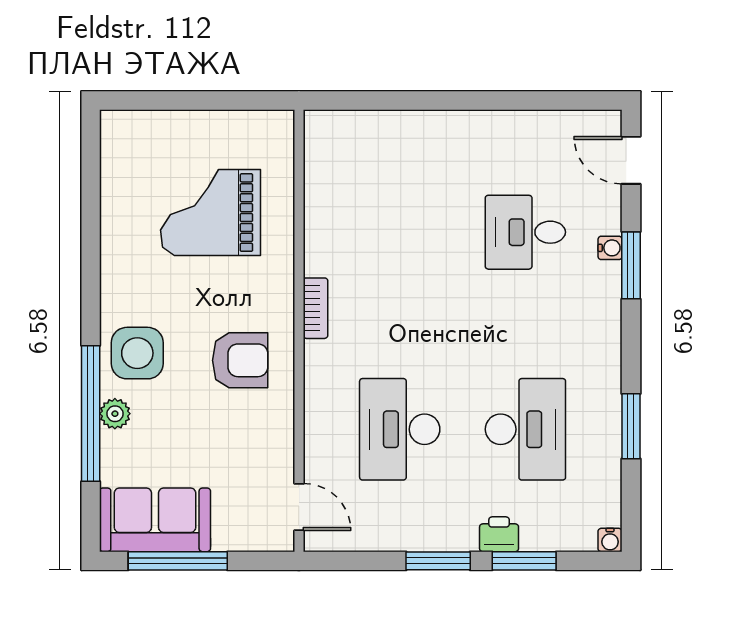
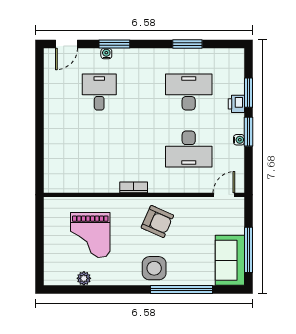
desk: (525, 232) -> (99, 92), turned 180
armchair: (240, 360) -> (157, 222), turned 114
plant: (115, 414) -> (84, 278), moved
water cooler: (610, 540) -> (239, 140), moved

